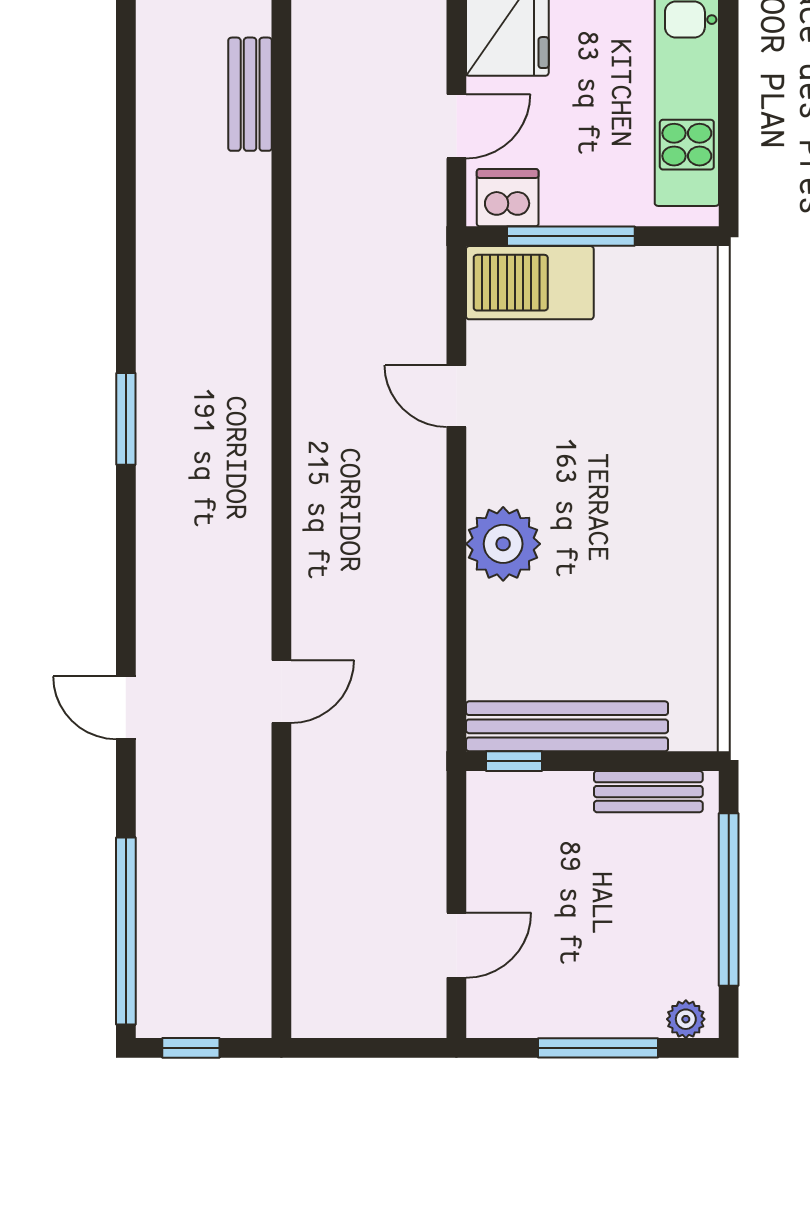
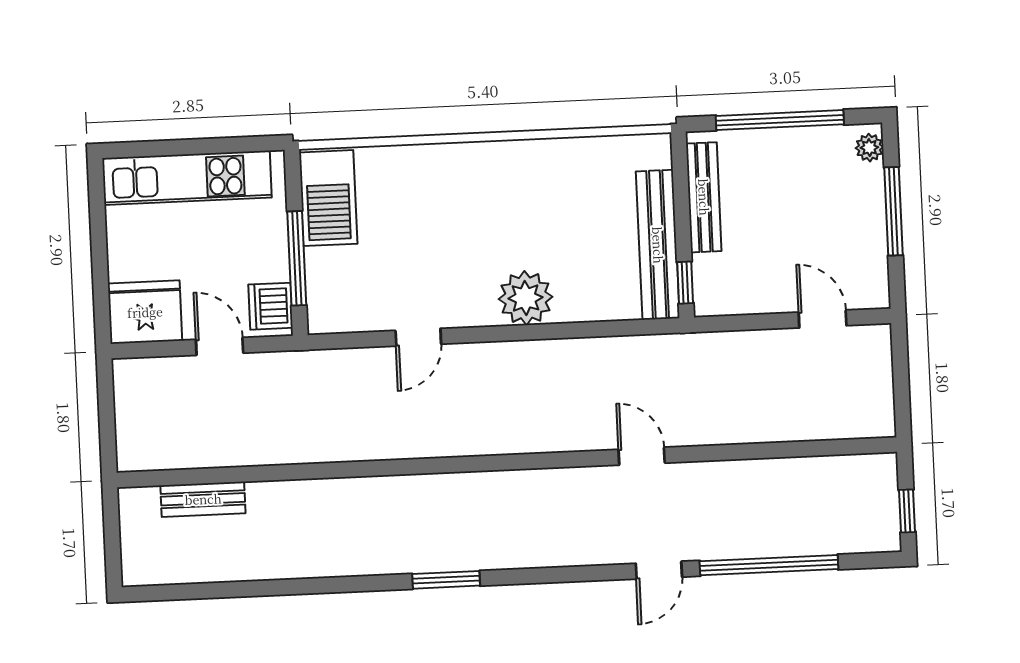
barbecue: (530, 283) -> (328, 198), moved
bench: (648, 792) -> (704, 197), width x1.36
window: (126, 931) -> (769, 565), moved

